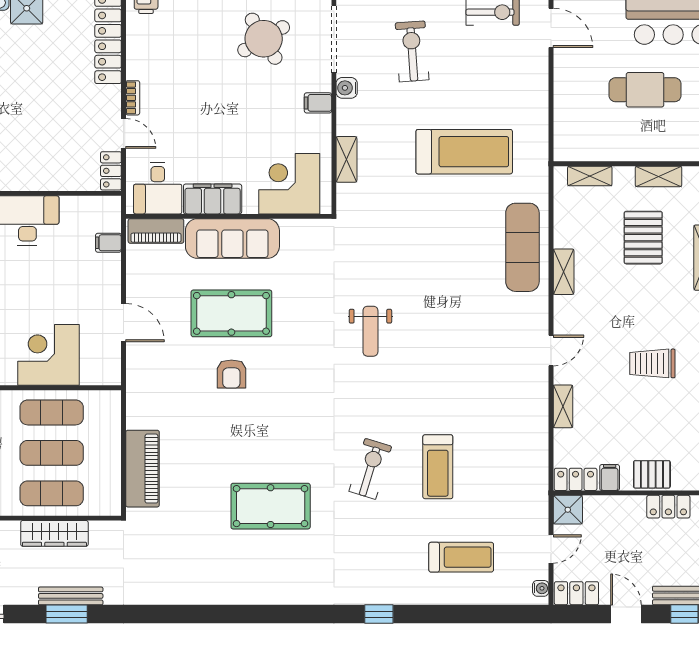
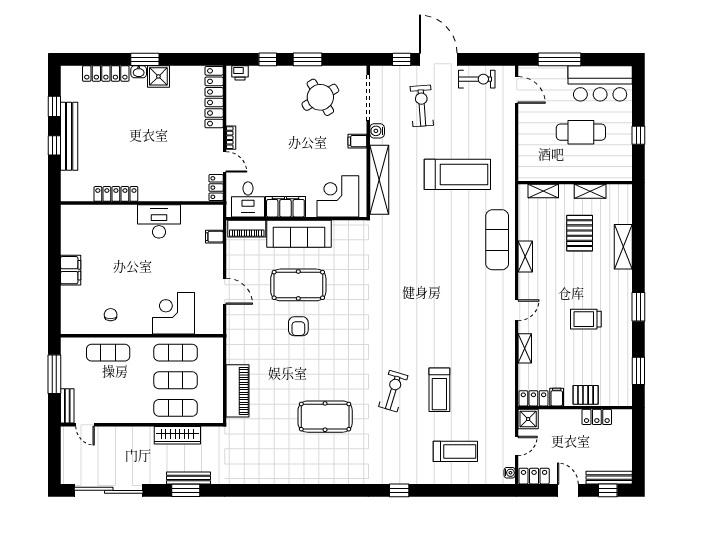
shelving: (346, 159) -> (379, 180), width x2.20, depth x1.33
weight bench: (370, 331) -> (393, 297), removed

